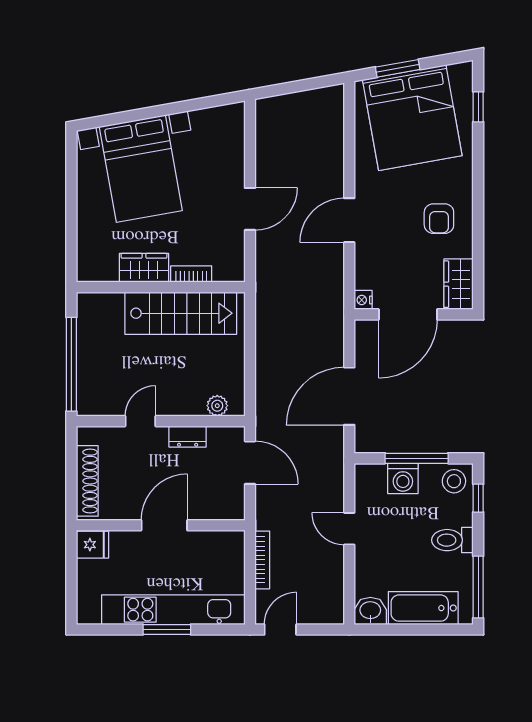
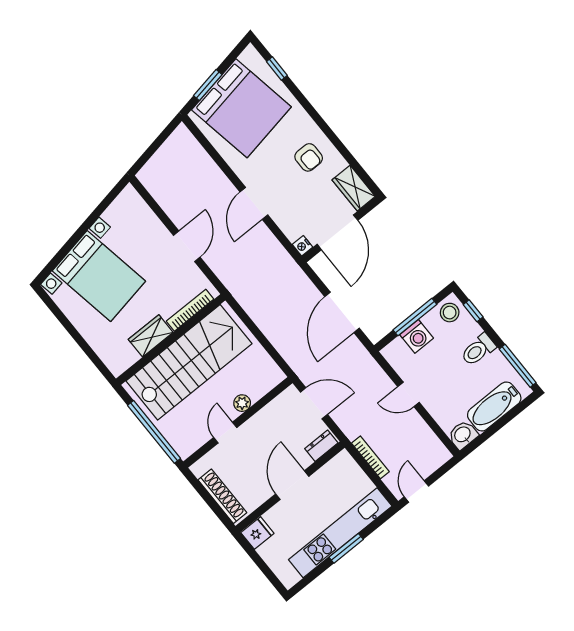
bookcase: (191, 274) -> (190, 310), width x1.56
stairs: (181, 313) -> (189, 362), width x1.36, depth x1.51
plant: (217, 406) -> (242, 403), moved
dresser: (188, 437) -> (321, 446), moved, turned 180

